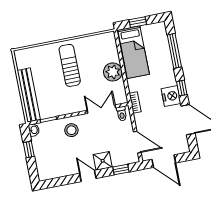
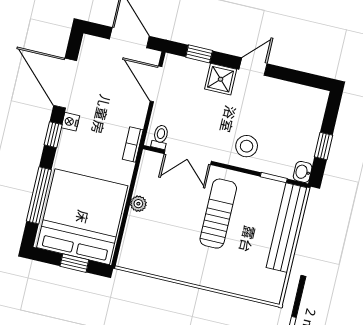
bed: (134, 52) -> (82, 217), width x2.04
sun lounger: (70, 65) -> (218, 214), moved, turned 180
plant: (113, 72) -> (138, 204), width x0.53, depth x0.53
nightstand: (171, 96) -> (70, 122), width x0.53, depth x0.56
door: (88, 176) -> (253, 67), swing flipped

